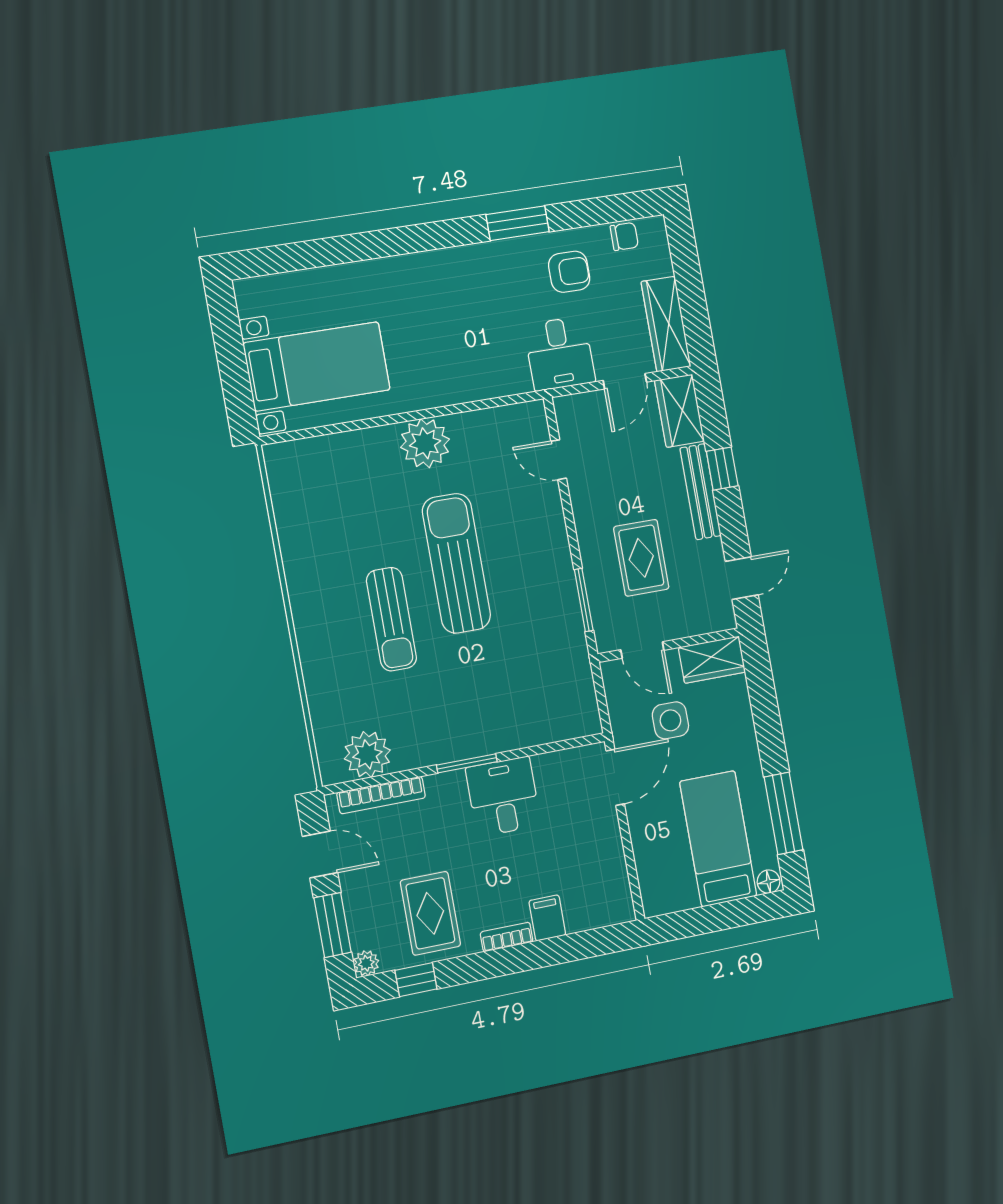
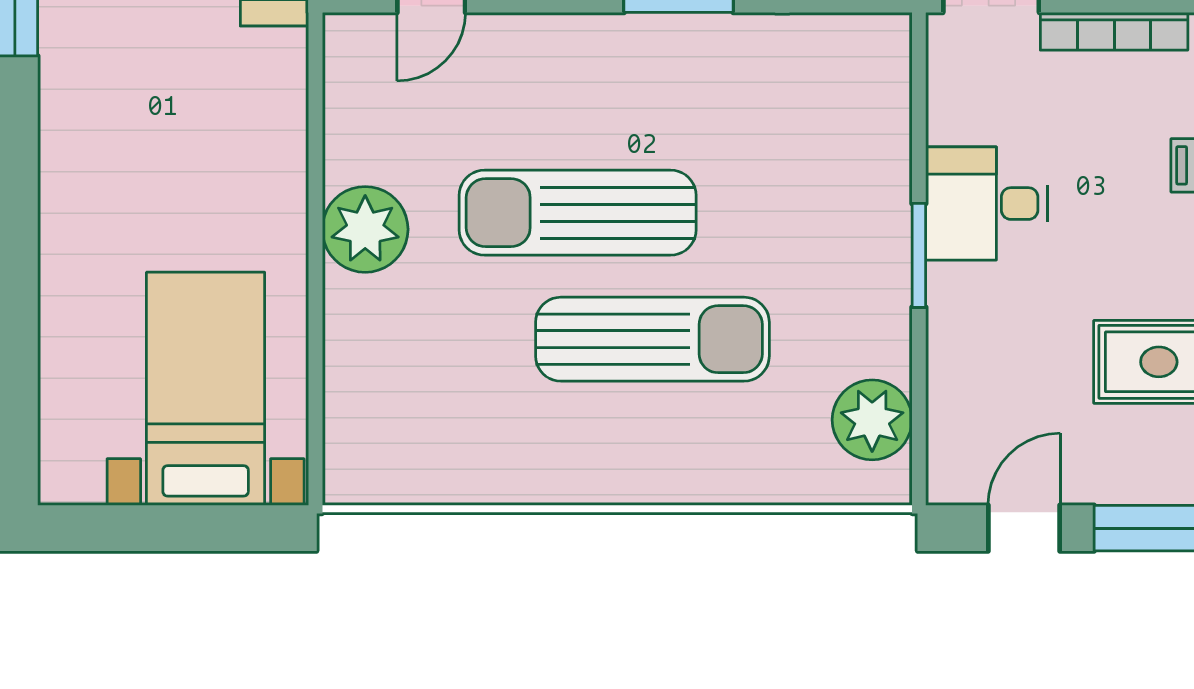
sun lounger: (391, 619) -> (652, 339), width x1.36, depth x1.34
bookcase: (381, 795) -> (1114, 31), moved, turned 90

